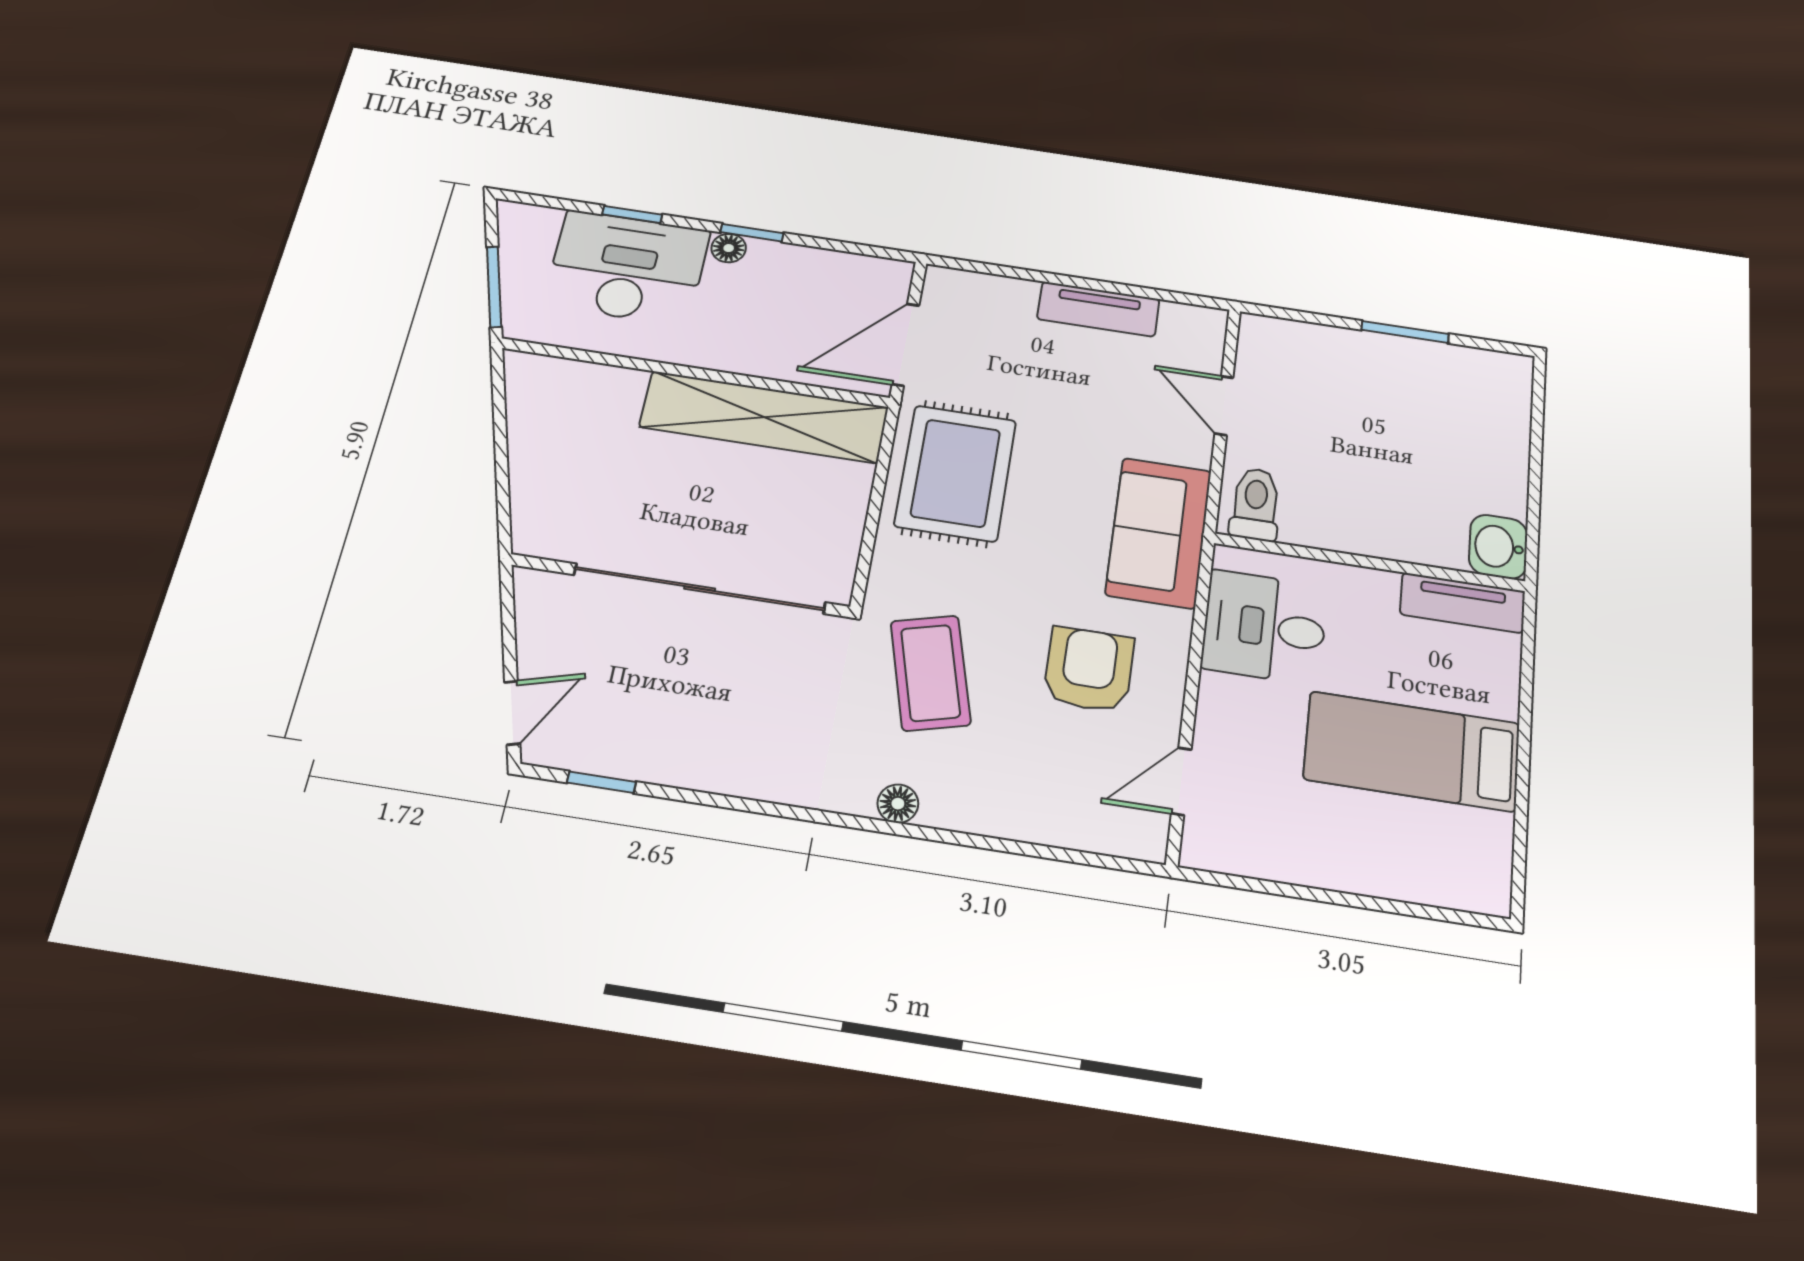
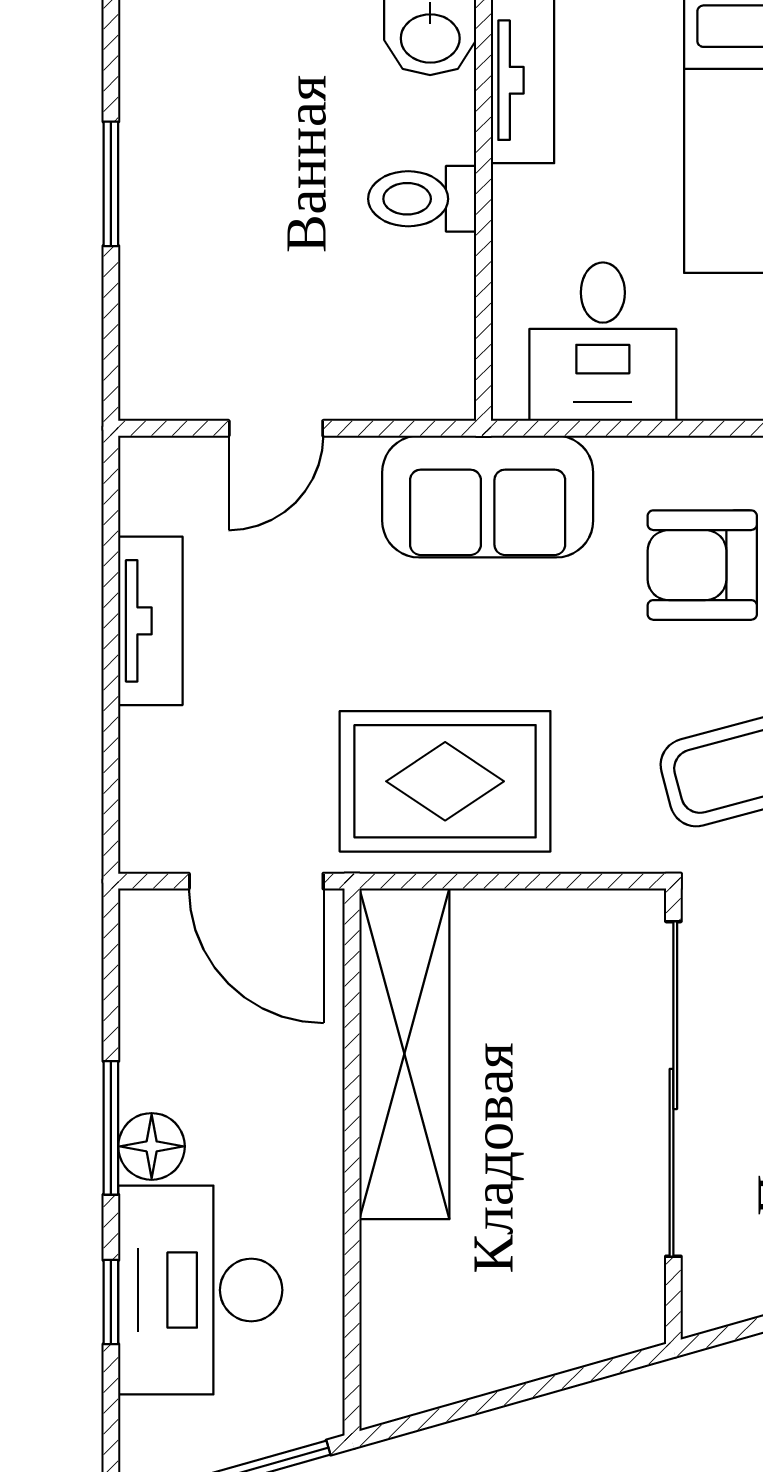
window: (752, 233) -> (111, 1128), width x1.50
floor lamp: (729, 248) -> (152, 1146), width x1.37, depth x1.37
toilet: (1255, 504) -> (422, 199), moved

